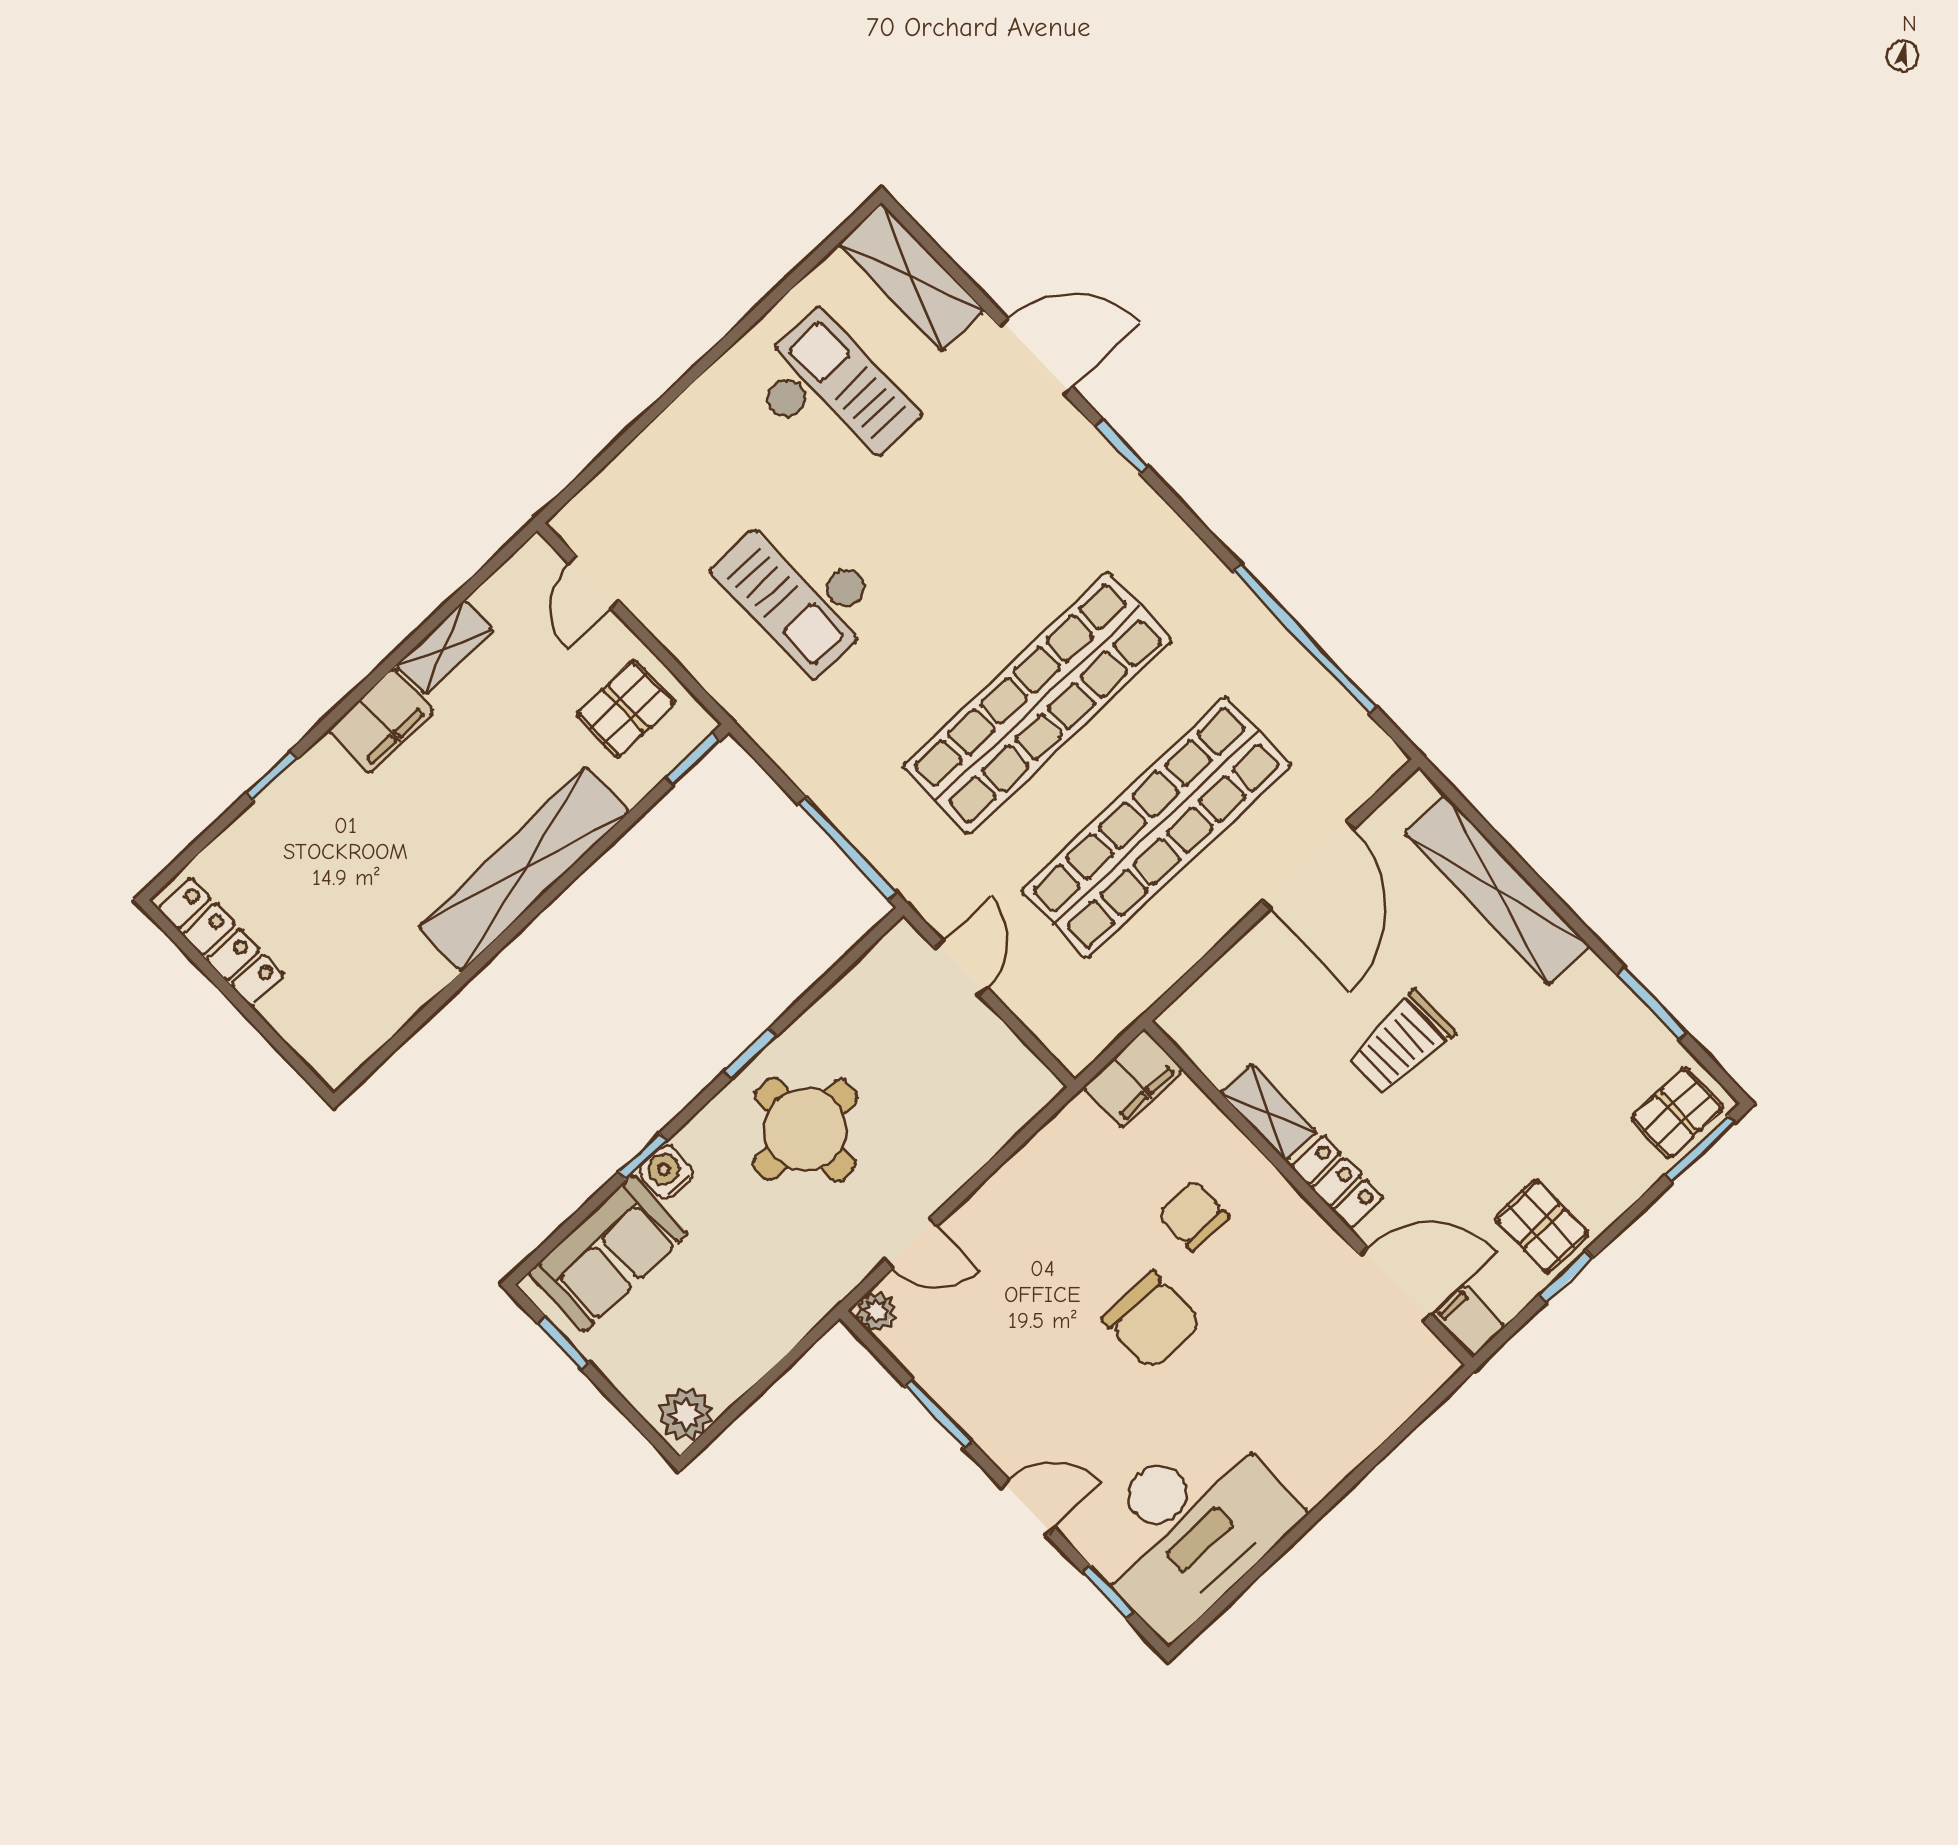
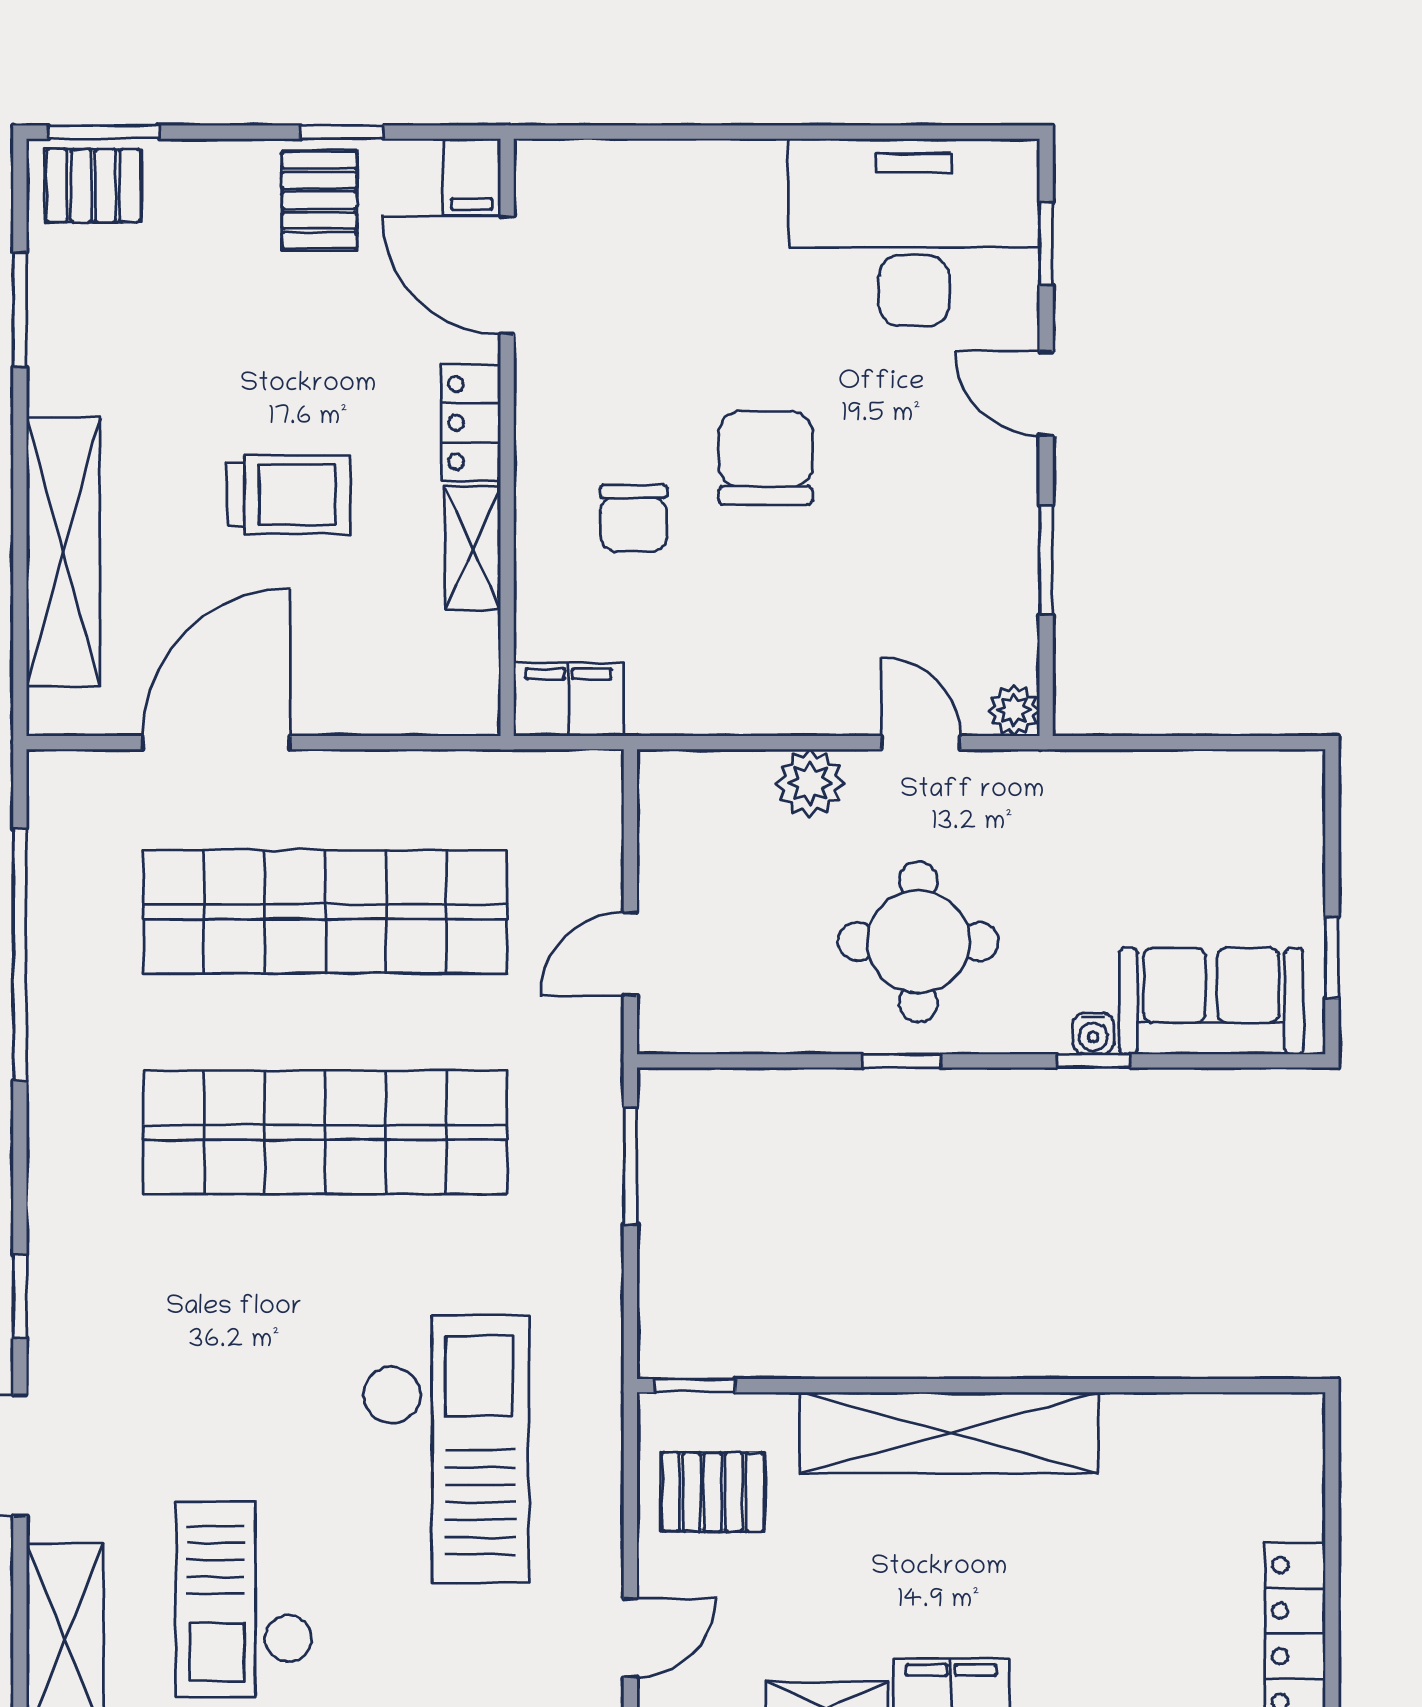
checkout: (800, 589) -> (445, 1449), width x1.36, depth x1.21
window: (847, 848) -> (630, 1166), width x0.69
water cooler: (666, 1172) -> (1093, 1034), width x0.72, depth x0.72
plant: (686, 1414) -> (810, 783), moved

